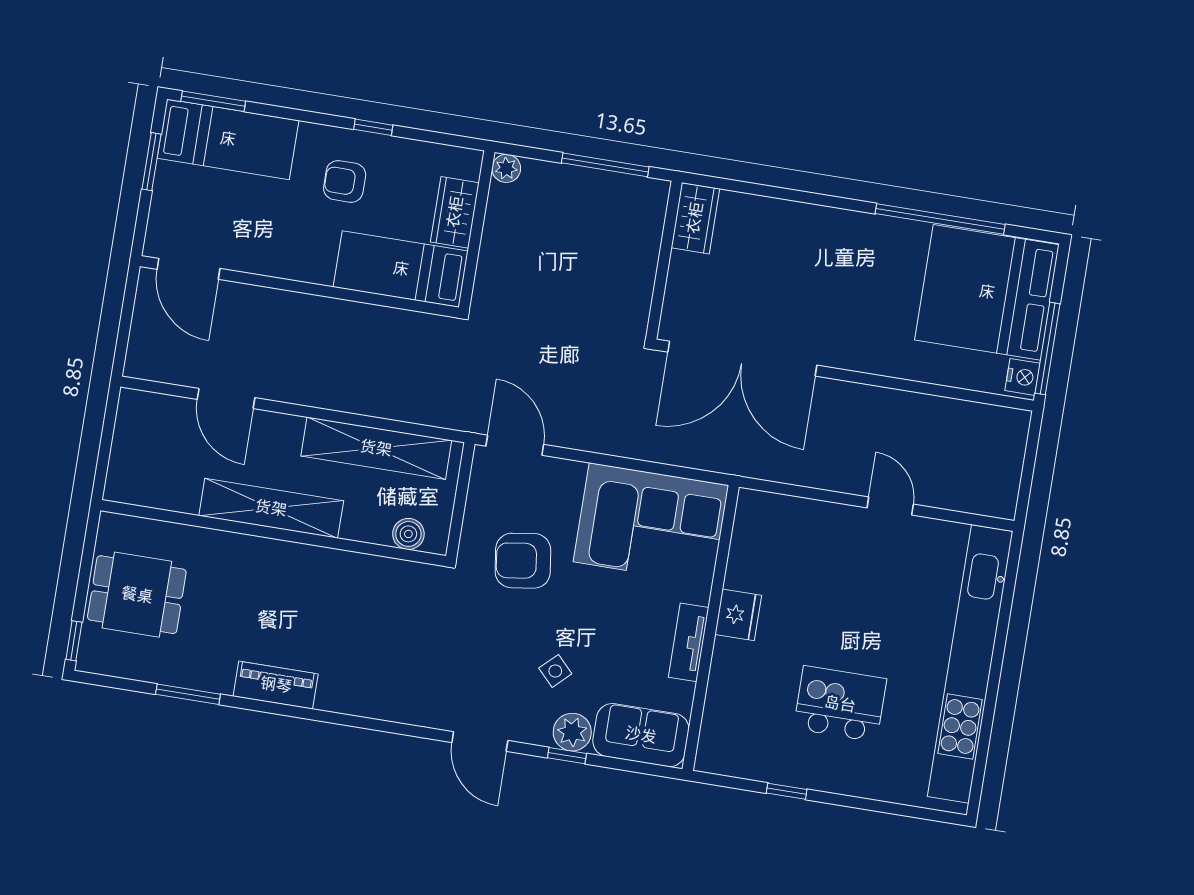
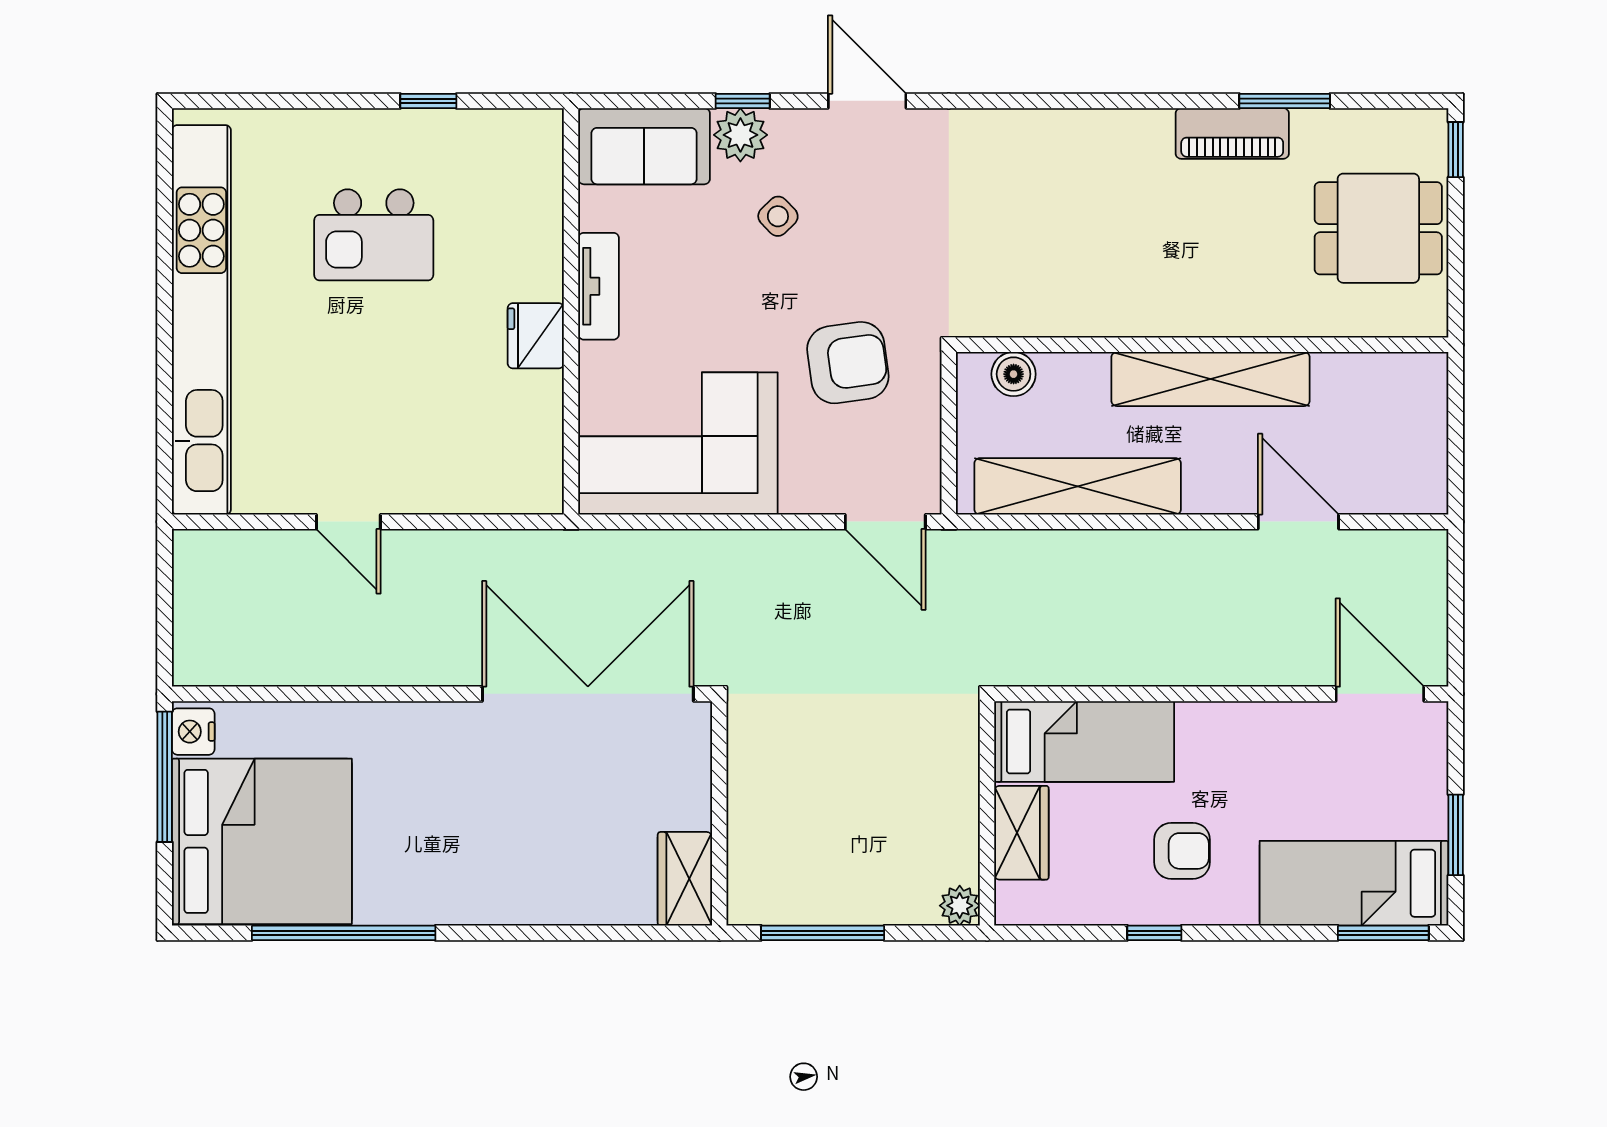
piano: (276, 685) -> (1232, 133), moved

